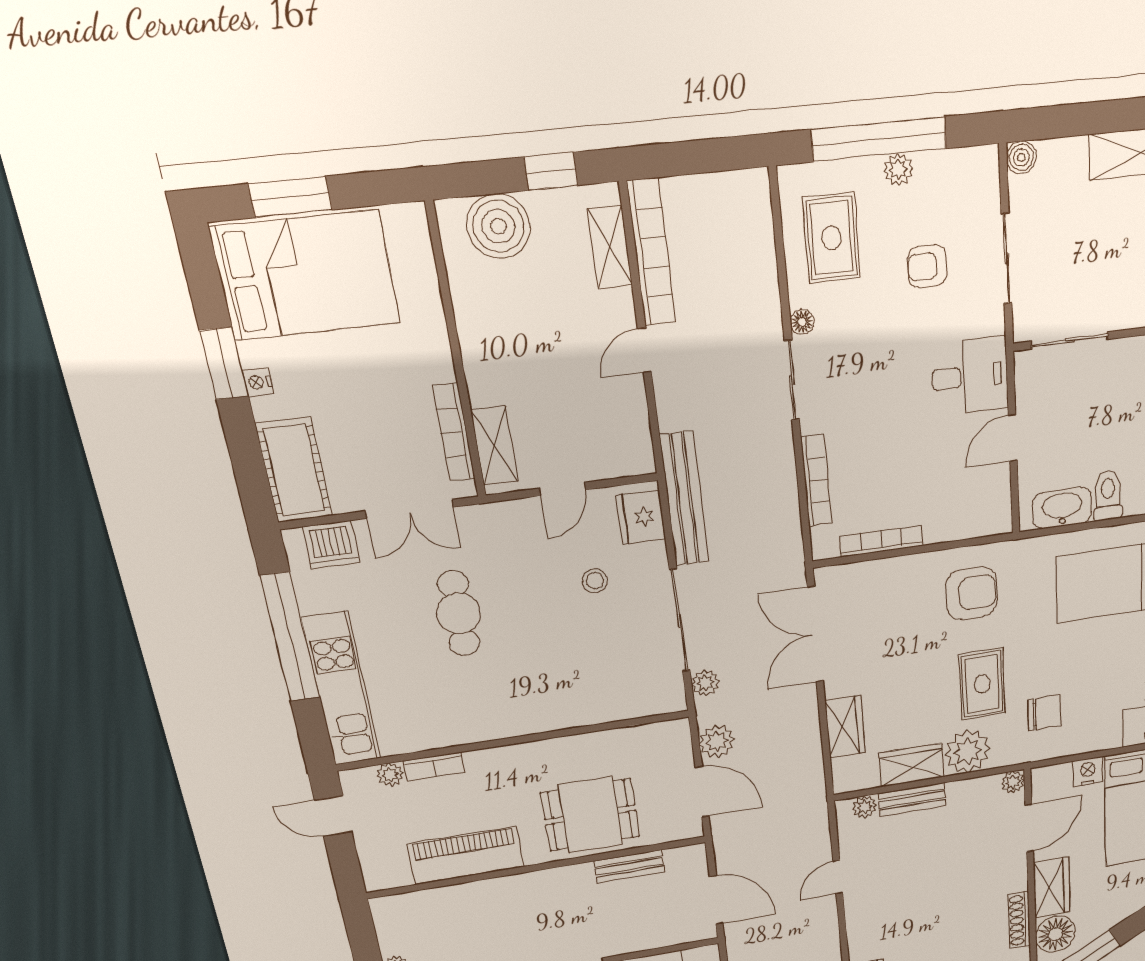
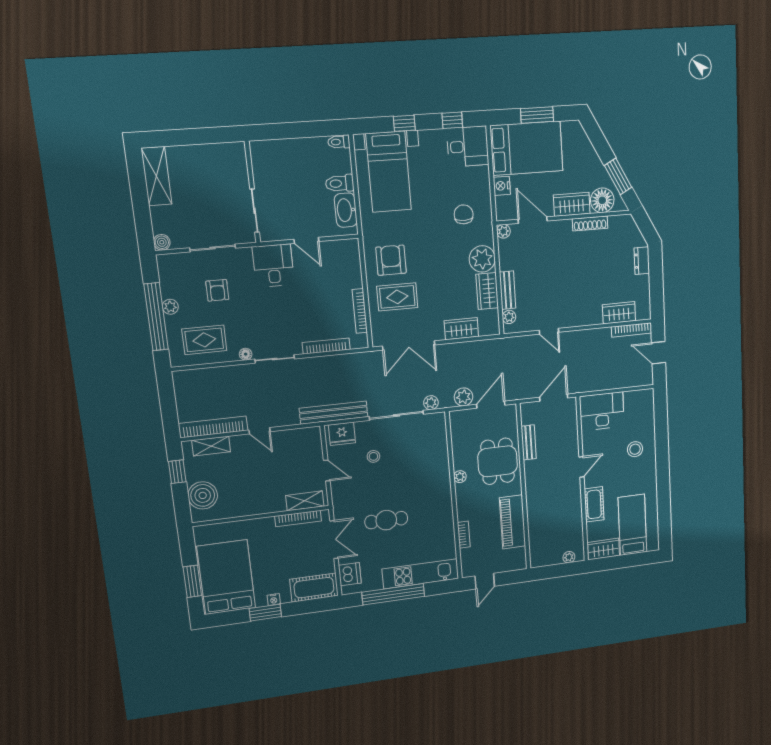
rug: (982, 684) -> (397, 297), moved
plant: (390, 775) -> (460, 477), moved

